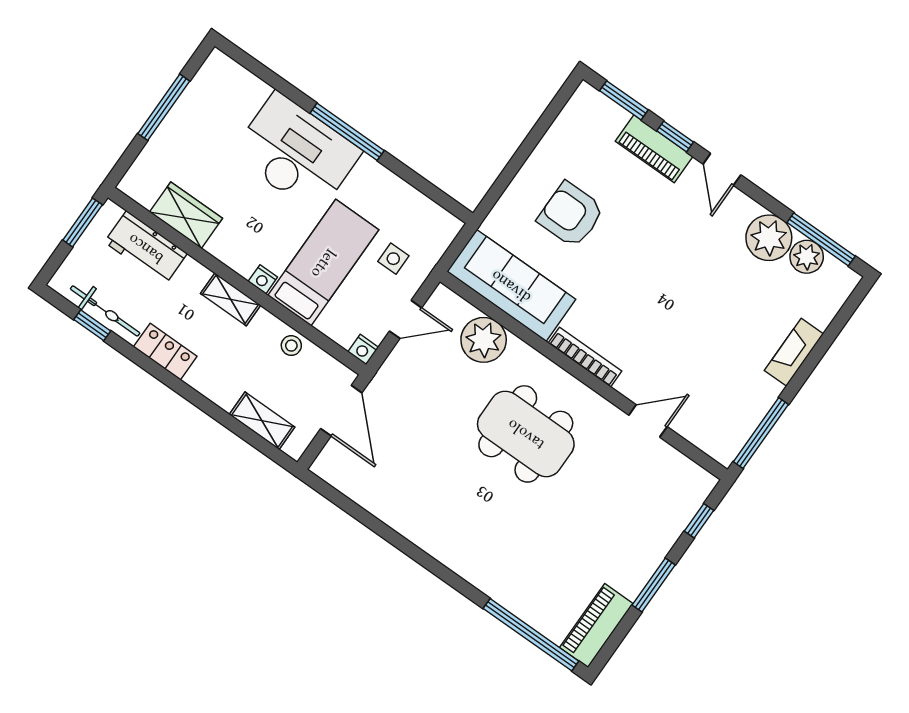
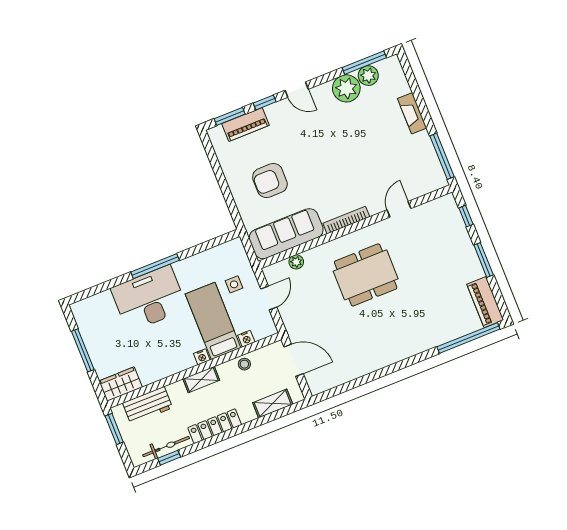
piano: (654, 149) -> (245, 124), moved
wardrobe: (186, 215) -> (121, 384), moved
plant: (484, 340) -> (296, 262), width x0.53, depth x0.53
nightstand: (363, 350) -> (246, 339), moved
locker: (165, 352) -> (215, 426), width x1.53

